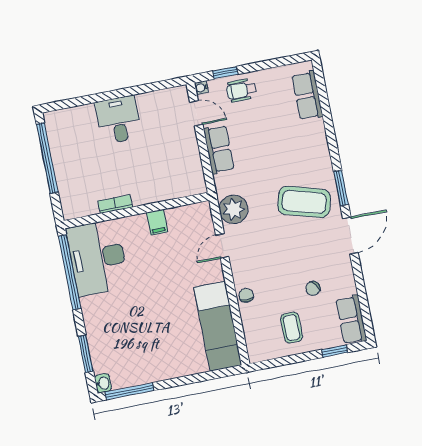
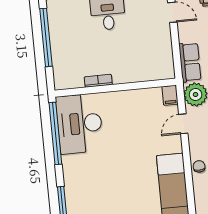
row of seats: (219, 149) -> (190, 62), moved
filing cabinet: (157, 222) -> (170, 95), moved

